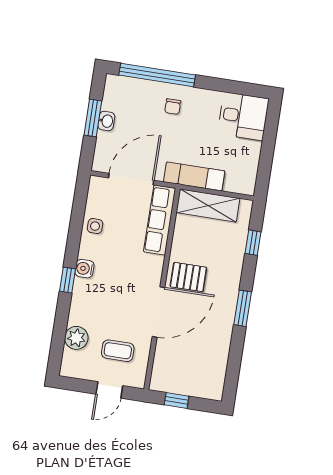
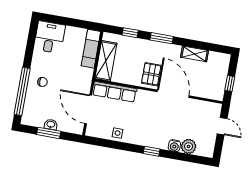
exam couch: (194, 176) -> (91, 49), moved
water cooler: (84, 269) -> (174, 146), moved
window: (243, 308) -> (162, 38), moved
shelving: (222, 344) -> (195, 54), added
coffee table: (118, 351) -> (197, 120), removed

